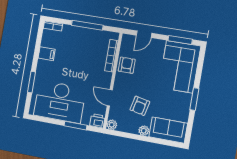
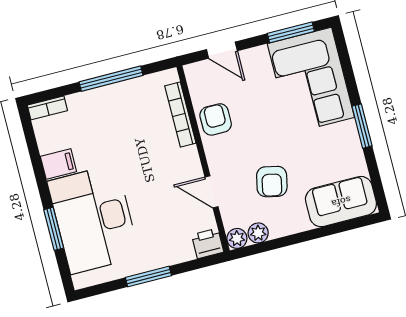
door: (144, 34) -> (222, 50), hinge flipped
desk: (60, 102) -> (94, 219), moved, turned 90
window: (75, 126) -> (148, 277), moved
plant: (144, 131) -> (258, 233), moved

